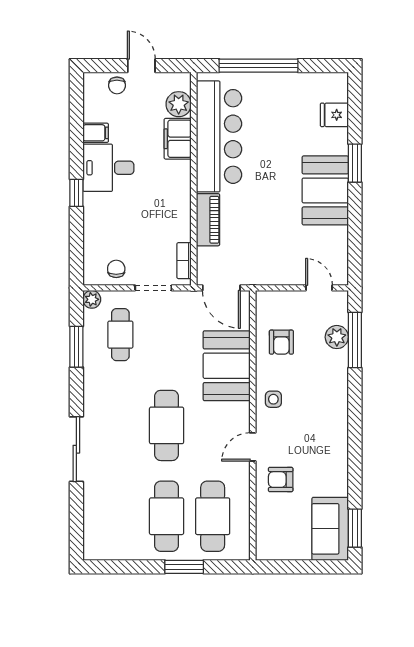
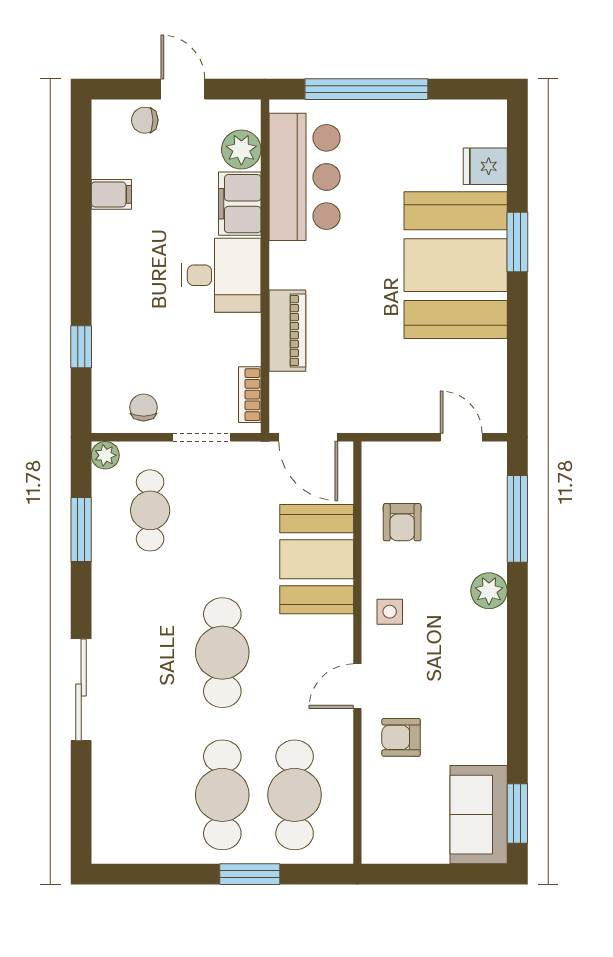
chair: (117, 85) -> (145, 120), turned 90
bar counter: (219, 136) -> (305, 177), width x0.73
desk: (108, 168) -> (221, 275), moved, turned 180
booth: (325, 190) -> (456, 265), width x1.36, depth x1.42
window: (76, 193) -> (81, 347), moved
plant: (337, 337) -> (489, 591), moved

